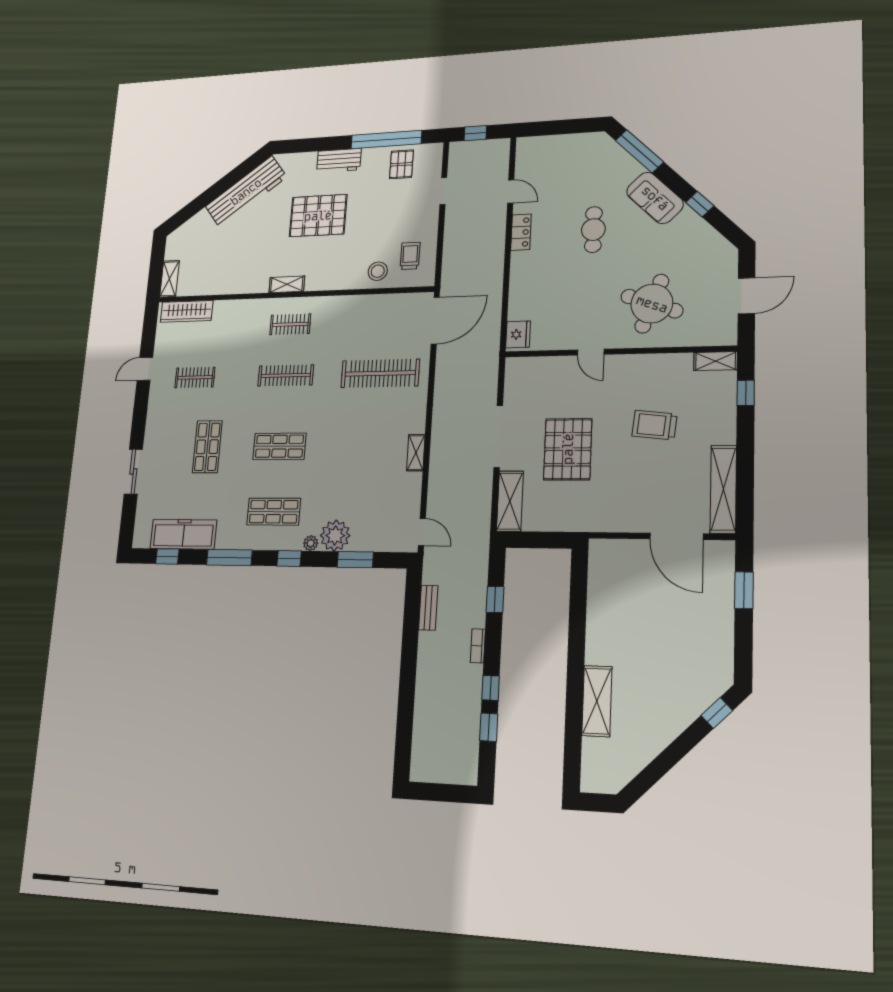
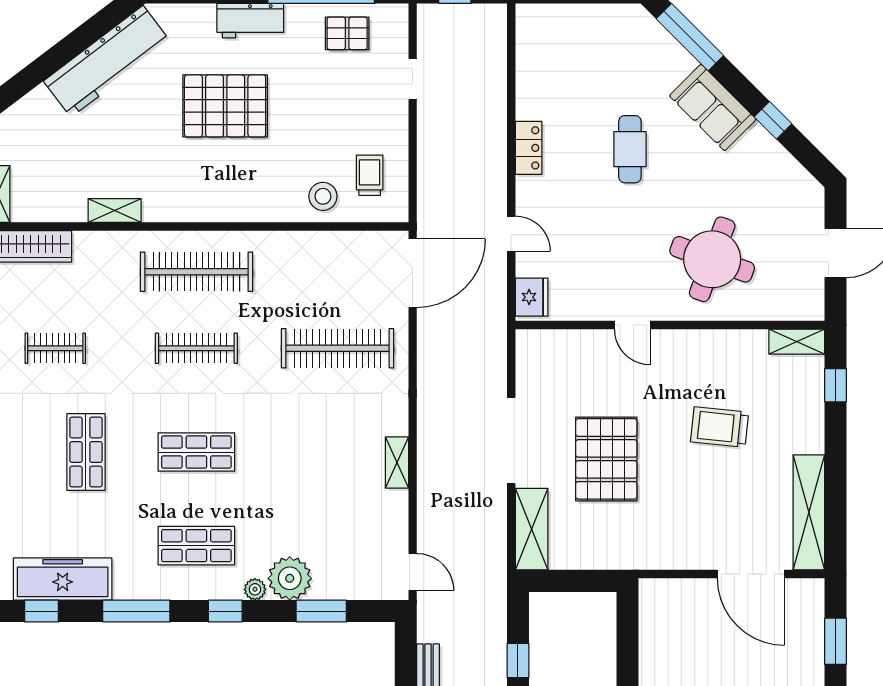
pallet: (401, 164) -> (347, 33), turned 90
door: (511, 191) -> (511, 234), moved
shelving: (287, 284) -> (115, 210), moved
clothes rail: (290, 324) -> (196, 272), width x1.86, depth x1.31

